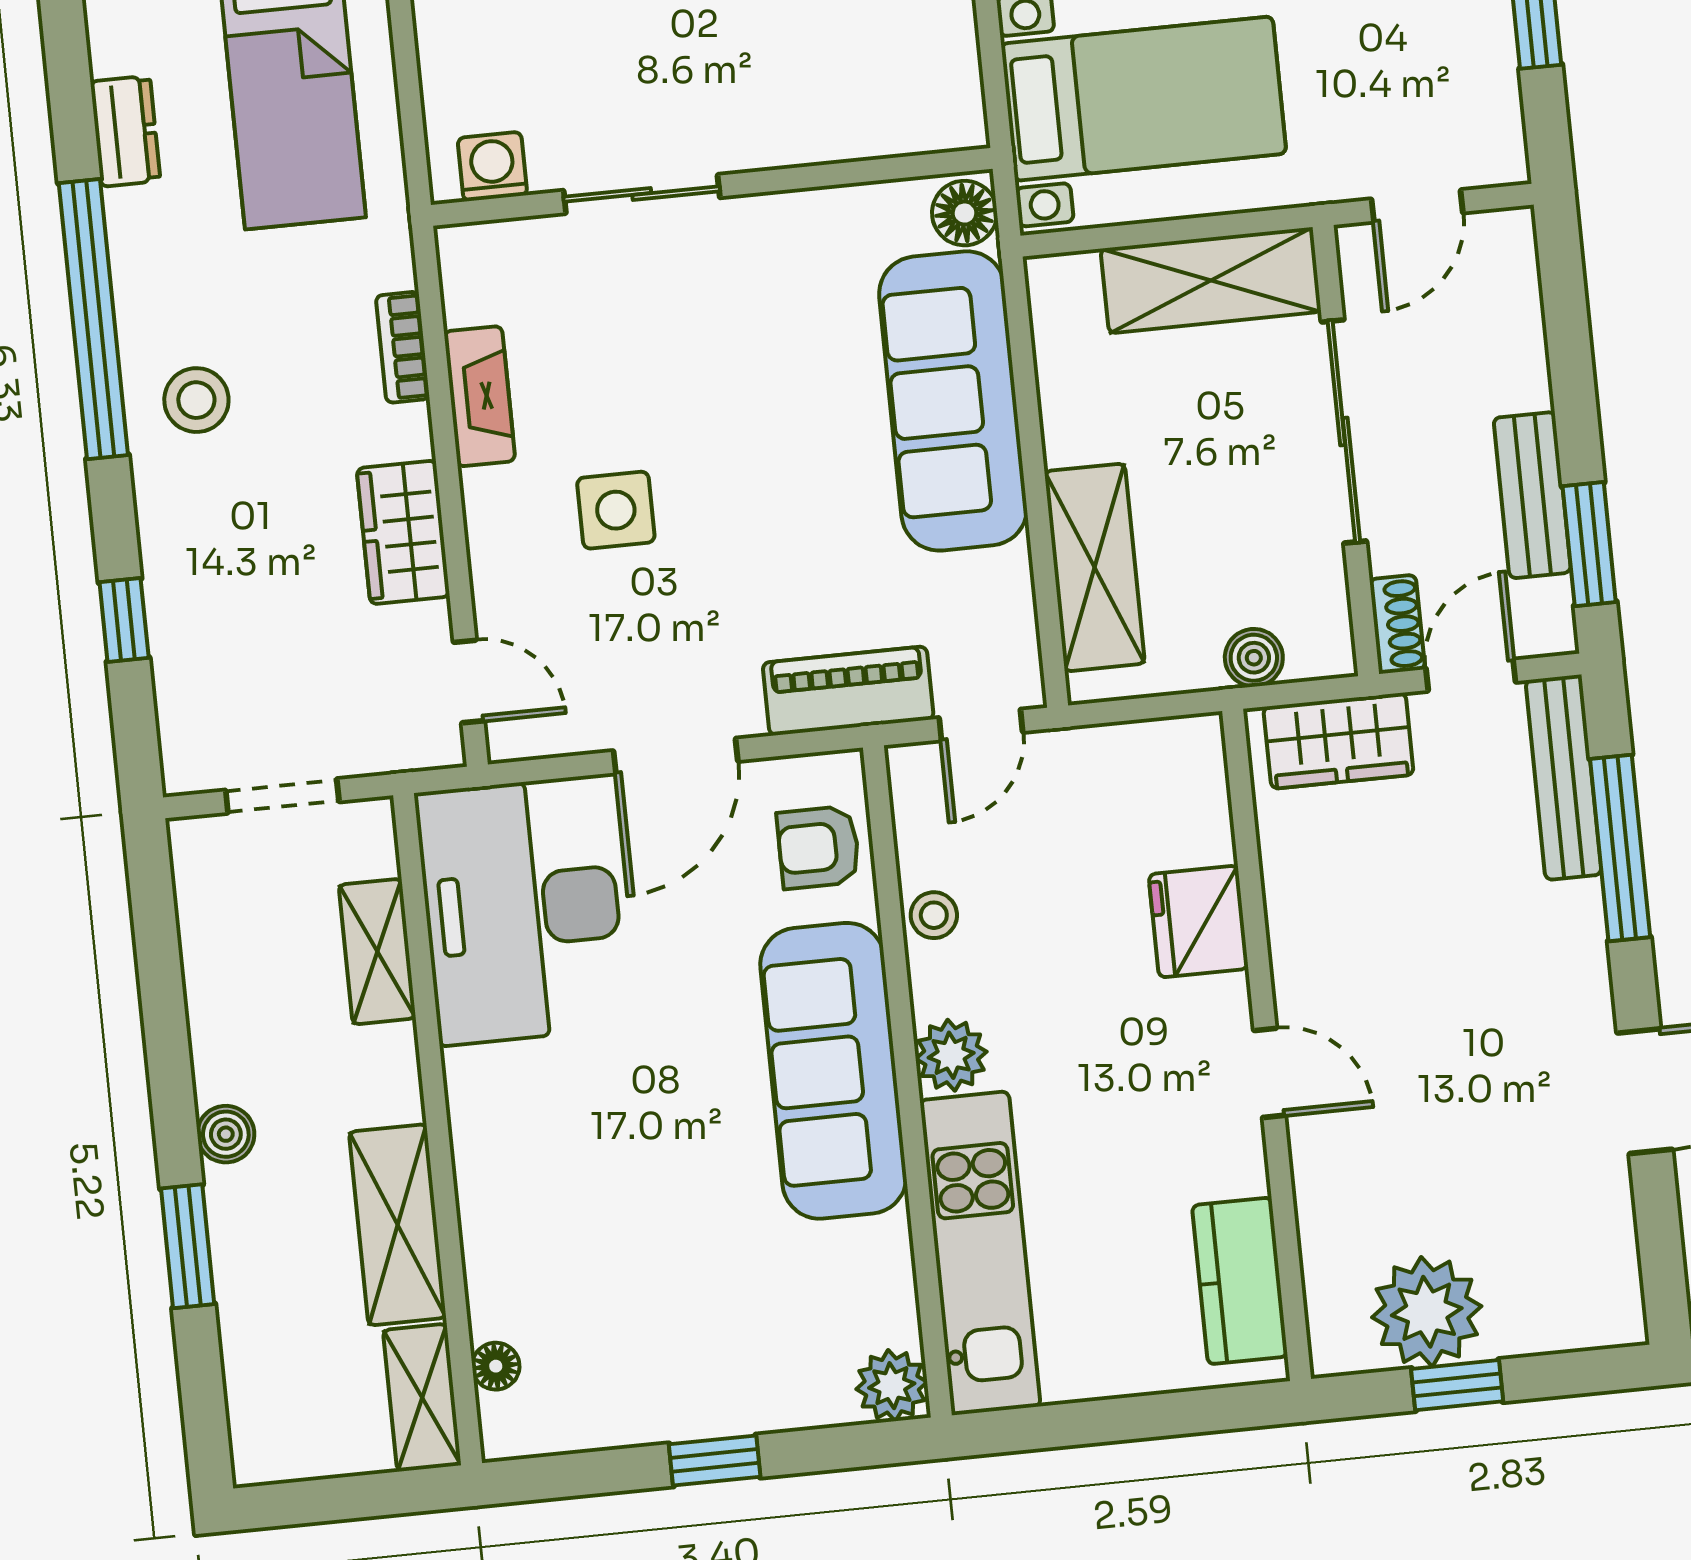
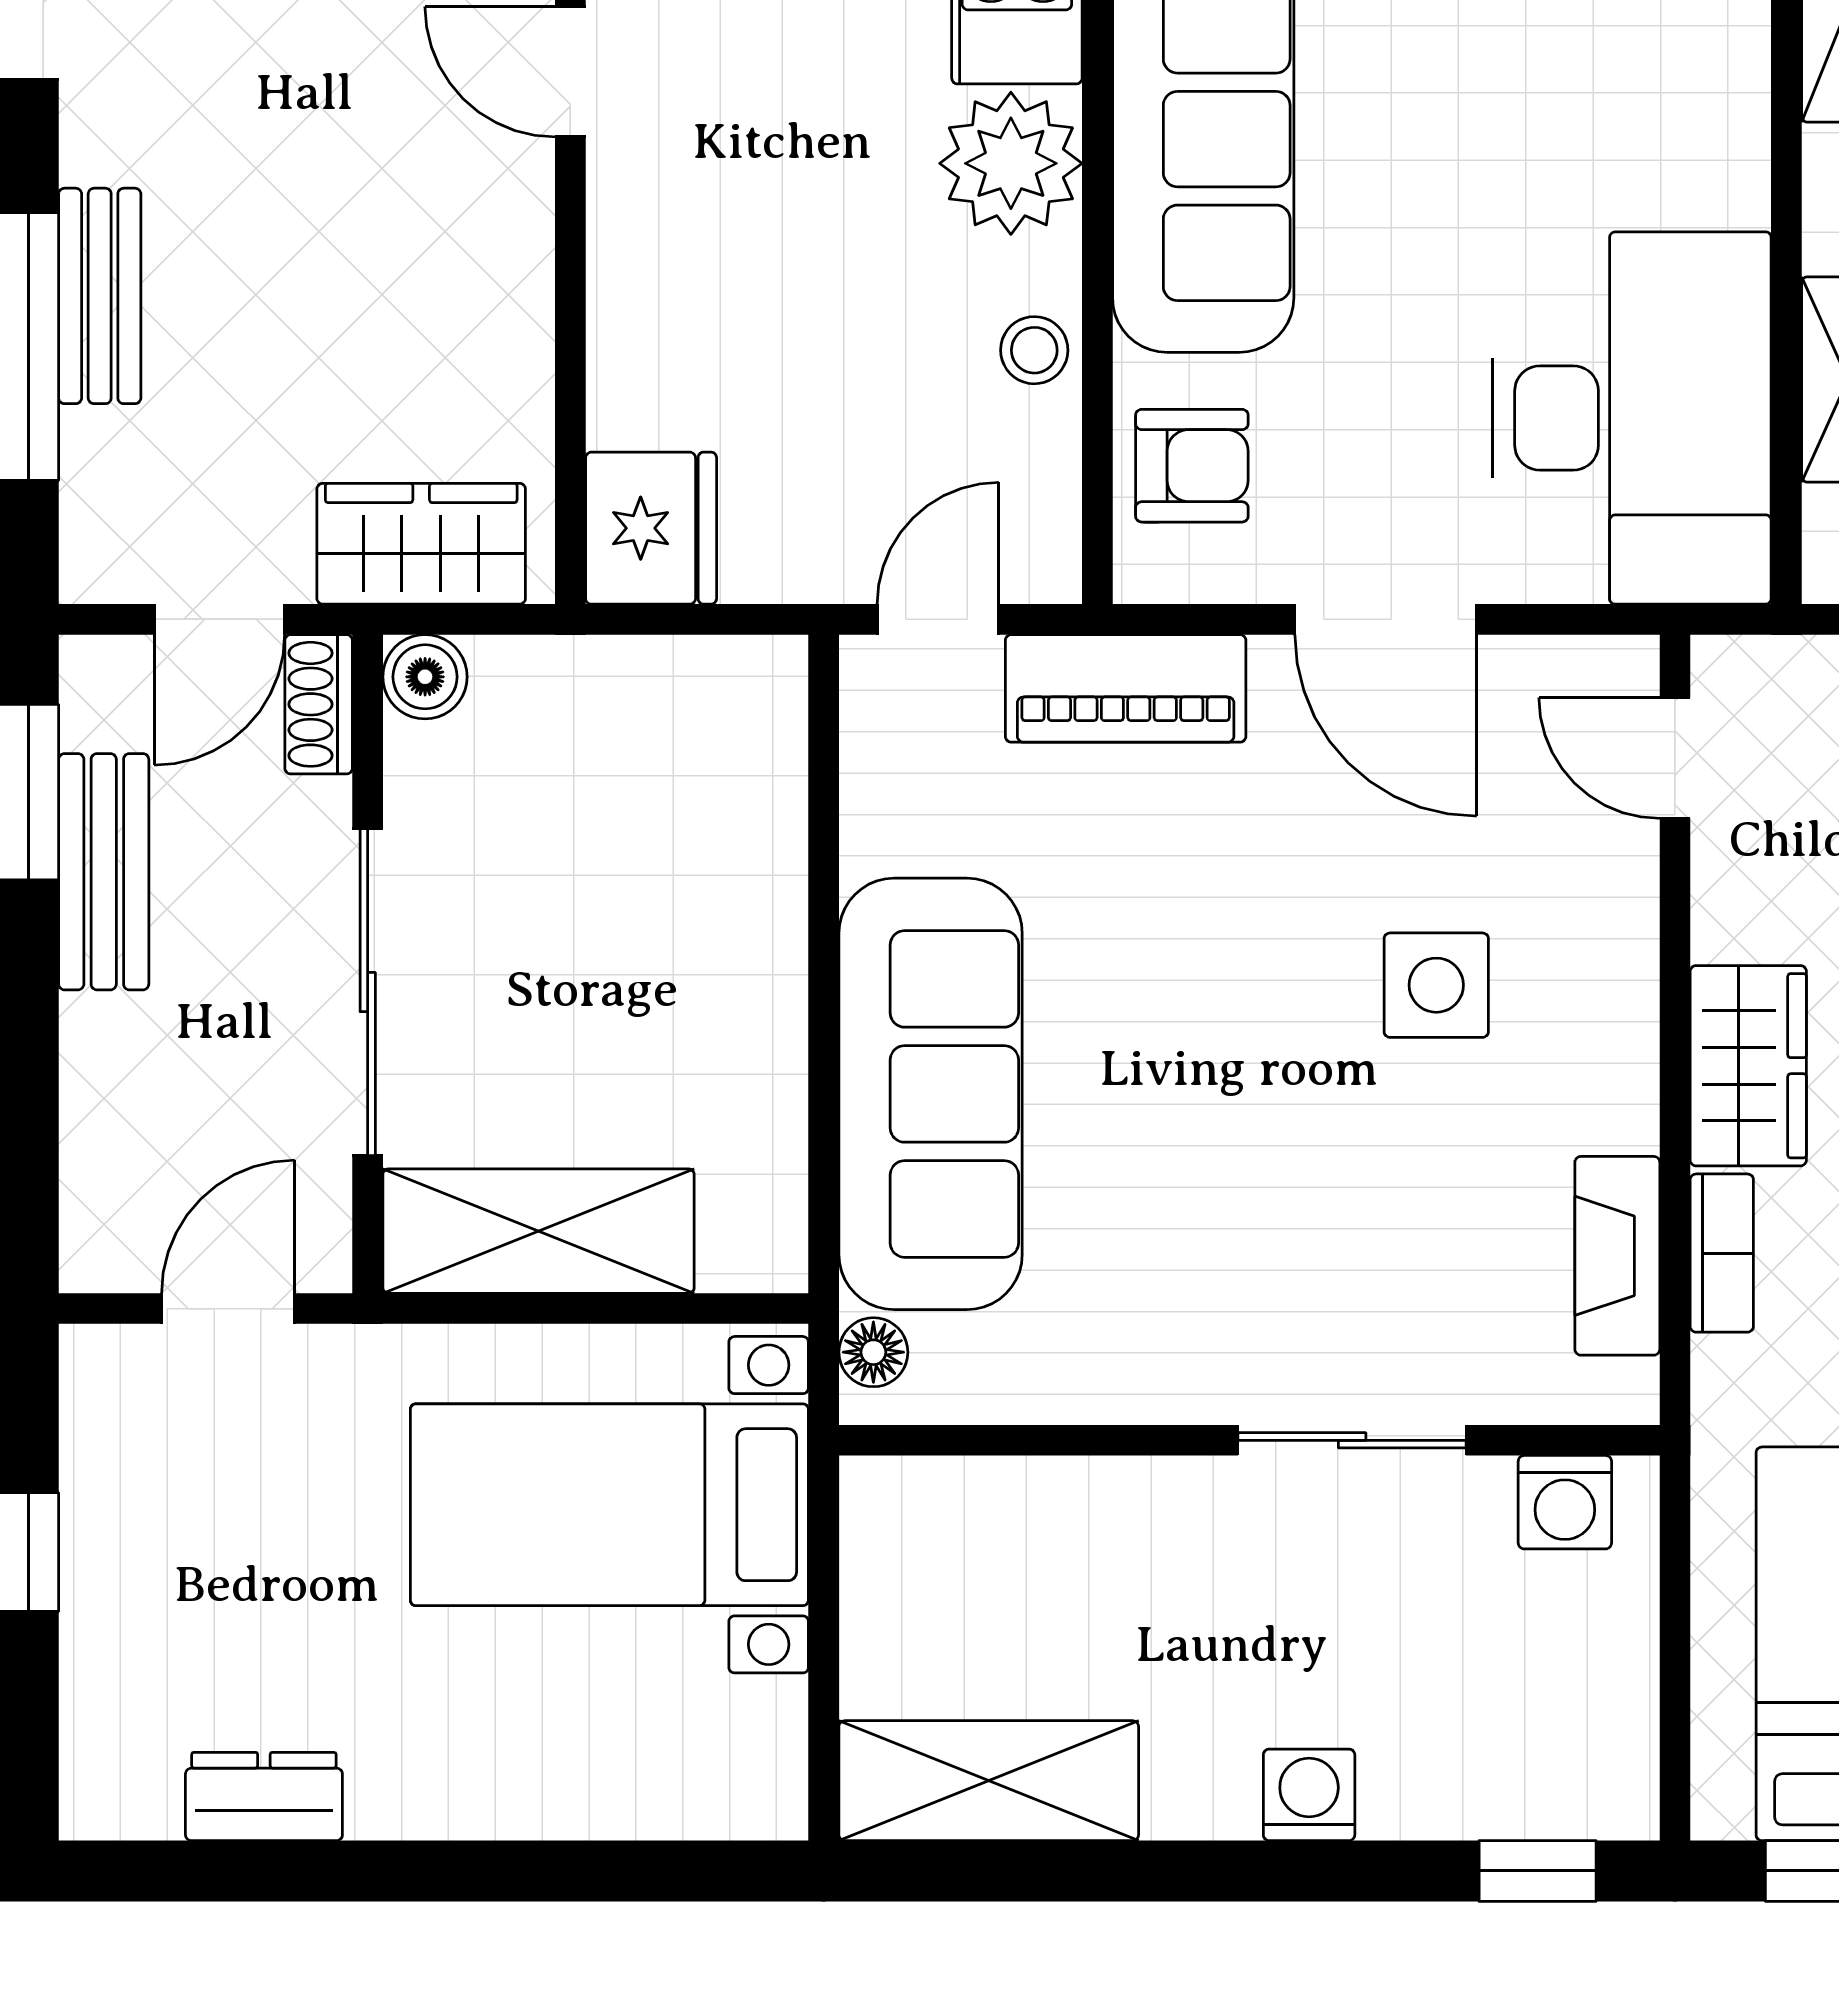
floor lamp: (965, 213) -> (873, 1352), width x0.73, depth x0.73
fireplace: (480, 396) -> (1617, 1256), moved
wardrobe: (403, 532) -> (1748, 1066), moved
shelving: (1095, 567) -> (750, 831), removed
boiler: (1254, 658) -> (425, 677), moved
door: (676, 756) -> (1386, 619), swing flipped
bench: (1564, 777) -> (100, 296), moved, width x0.73
fridge: (1198, 922) -> (651, 528), moved
plant: (951, 1055) -> (1011, 163), width x1.36, depth x1.36

